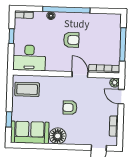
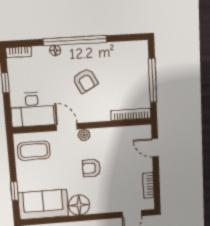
armchair: (71, 40) -> (85, 81), turned 62
door: (80, 74) -> (67, 127), moved
plant: (115, 83) -> (84, 135), moved

